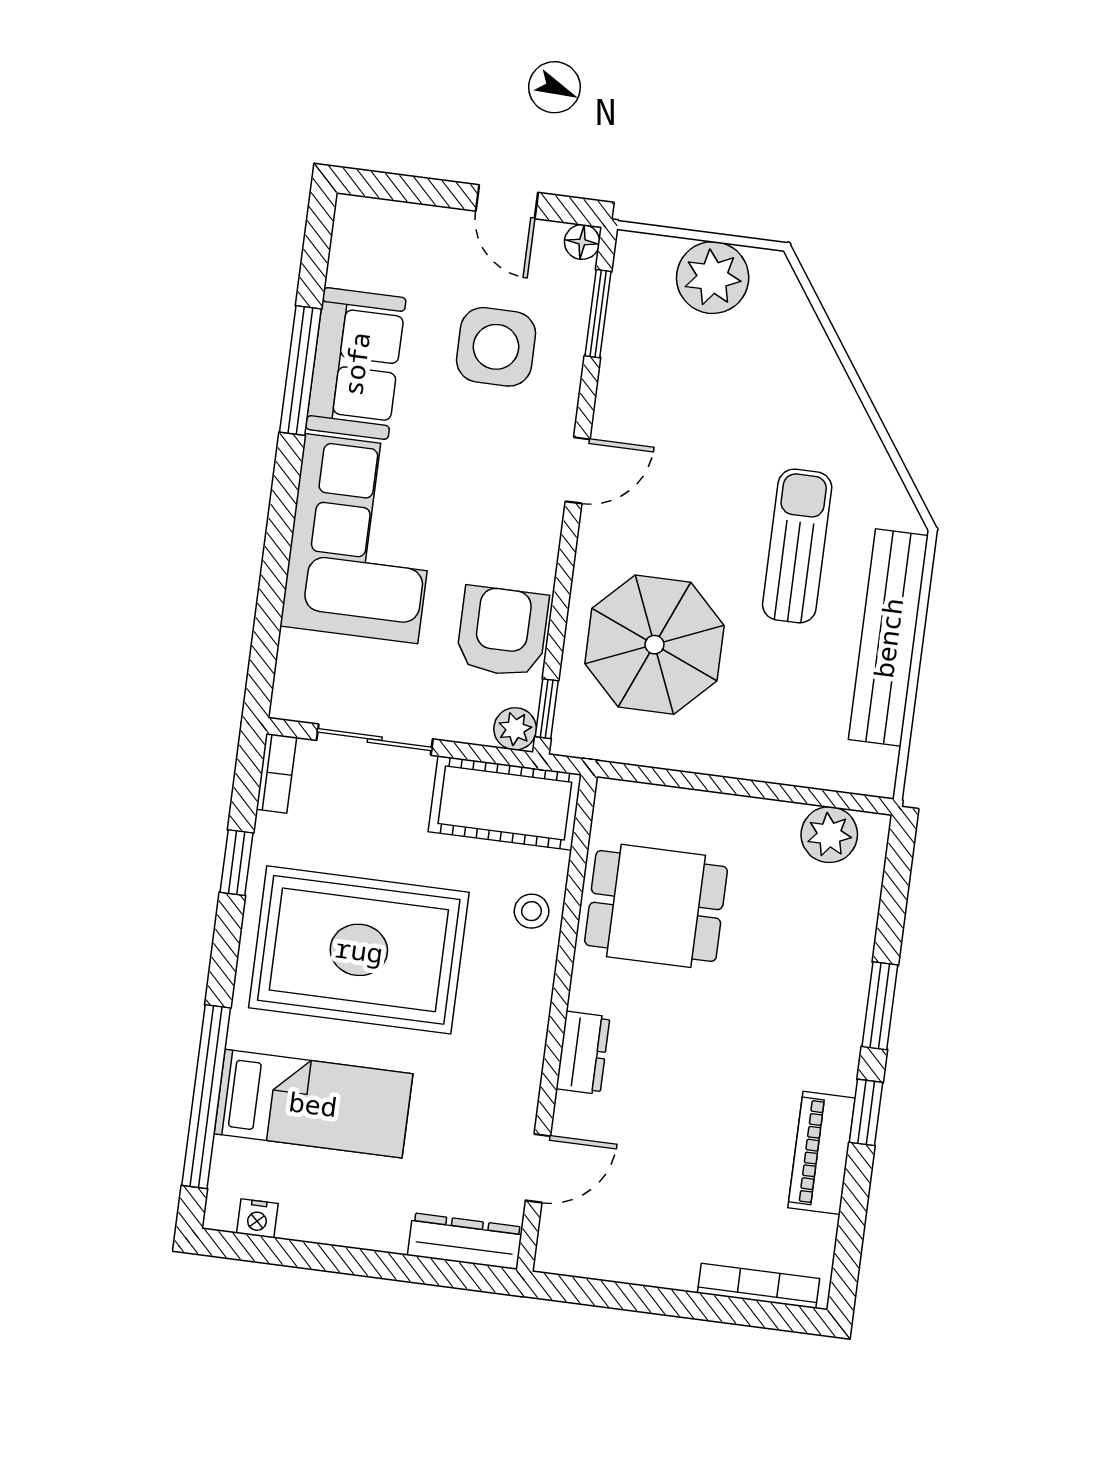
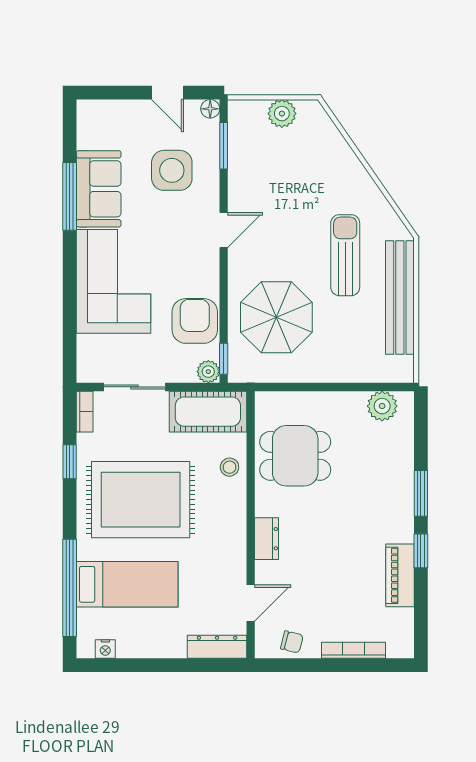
plant: (713, 278) -> (282, 114), width x0.73, depth x0.73
chair: (605, 1250) -> (292, 642), added
bookcase: (758, 1286) -> (354, 650), moved

